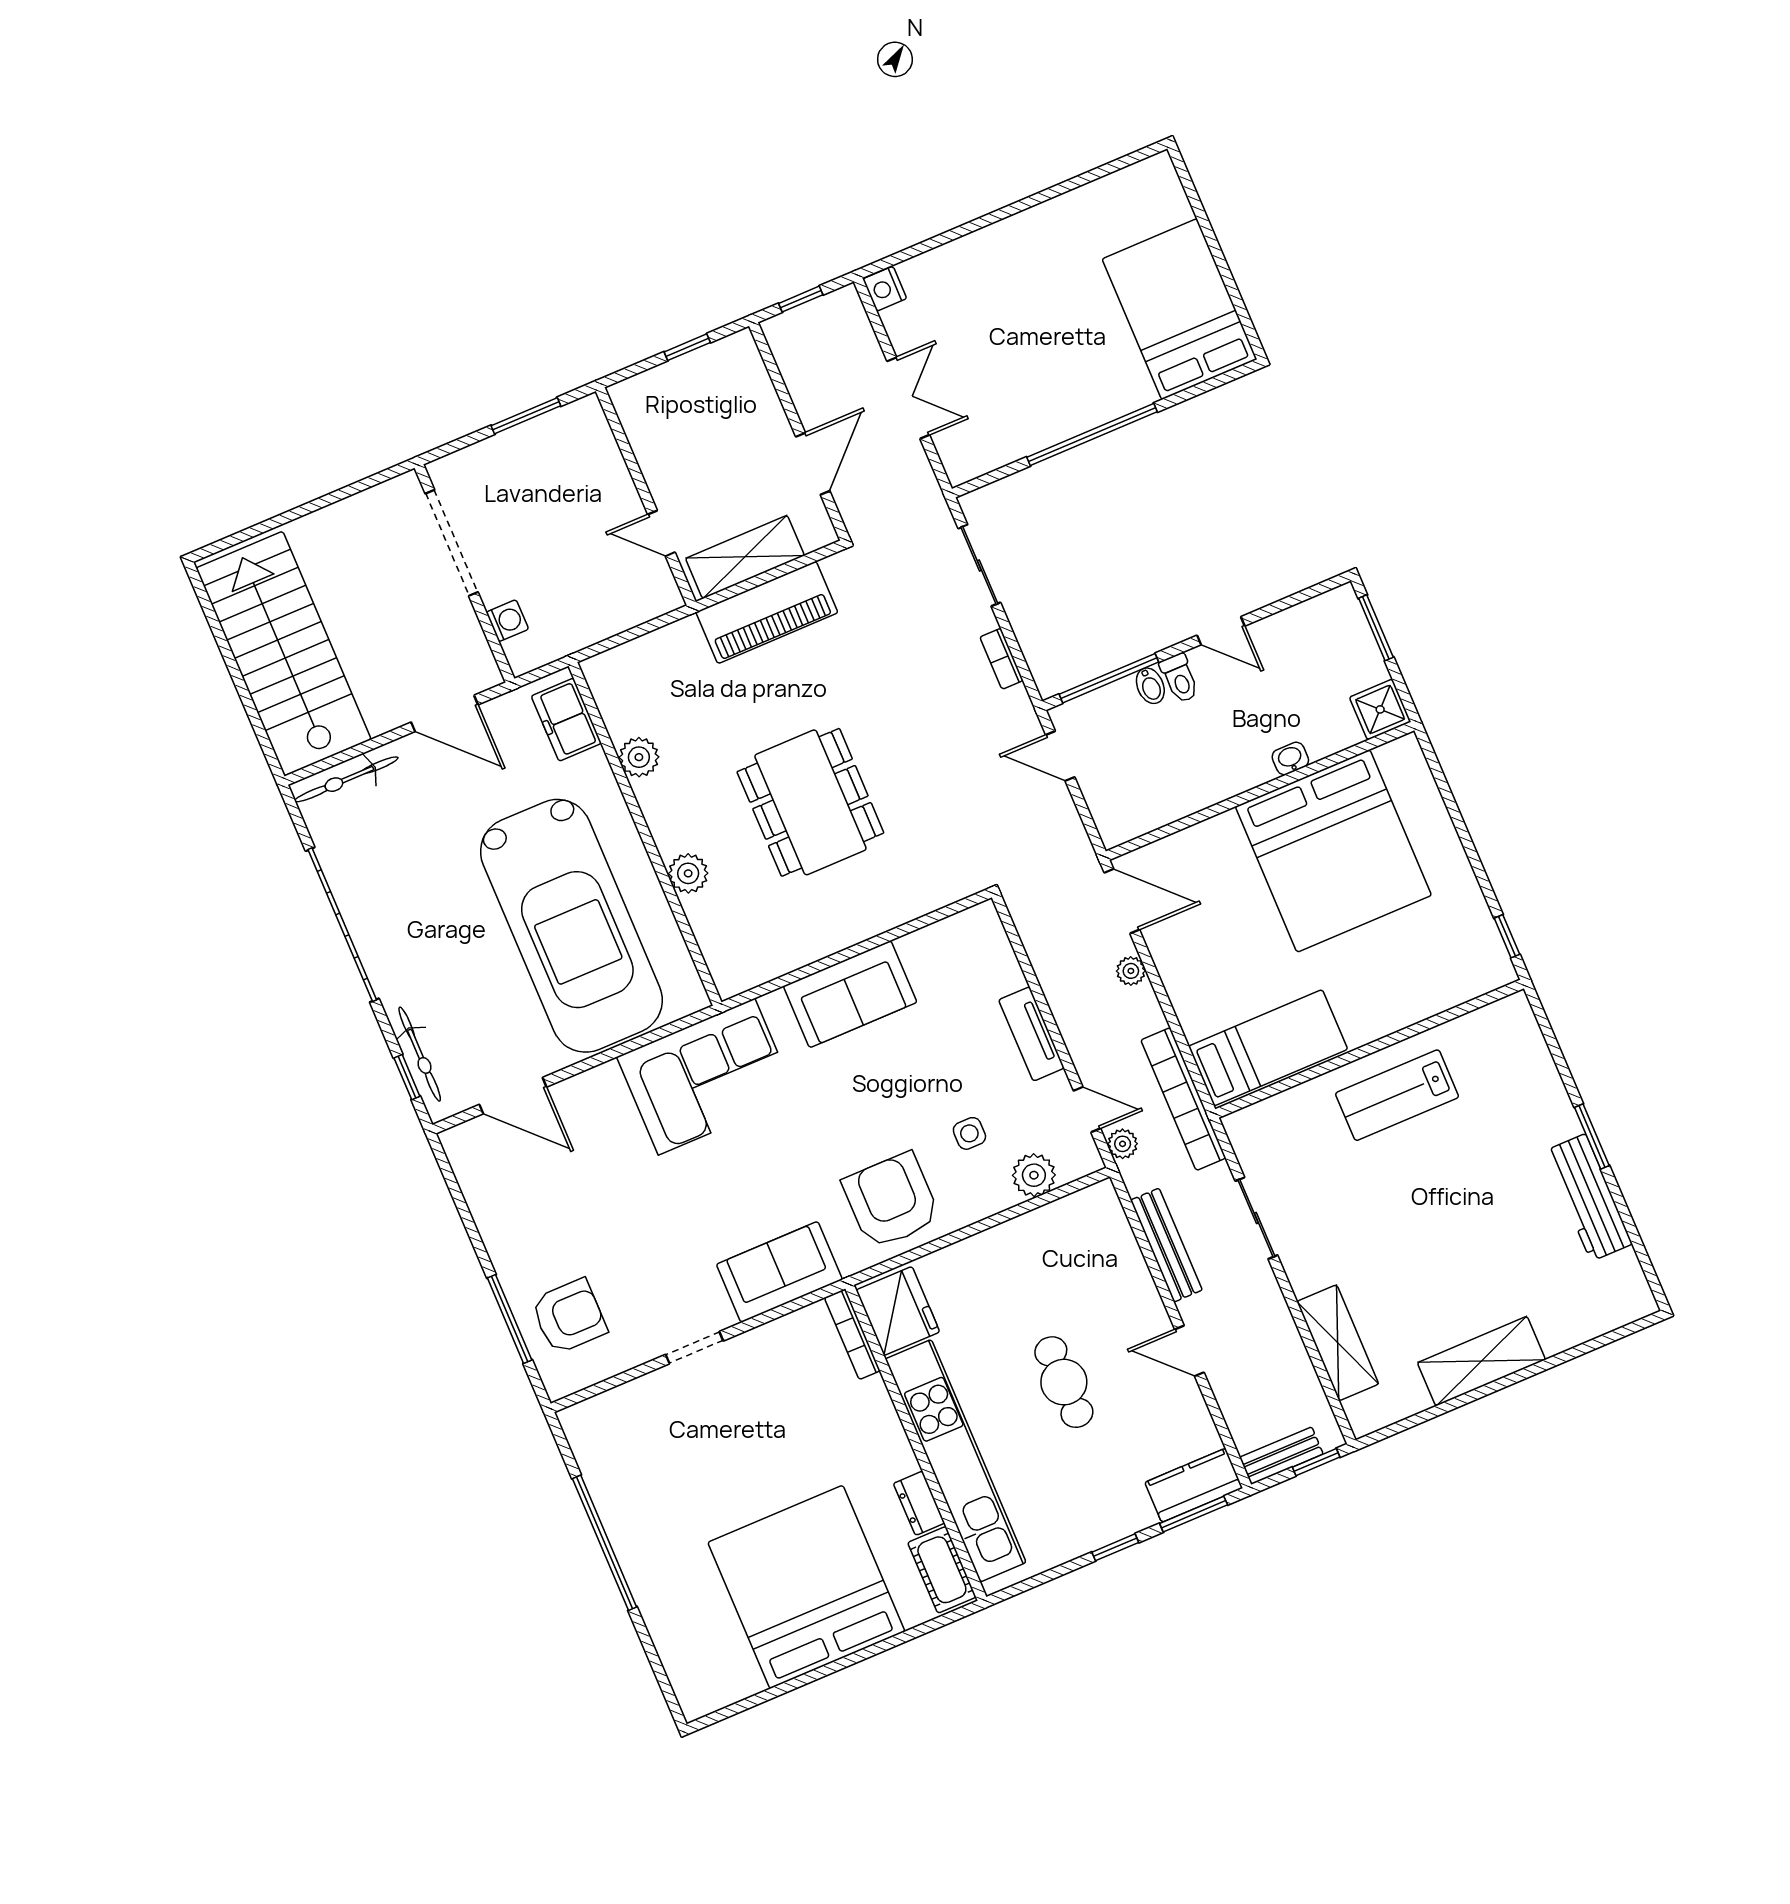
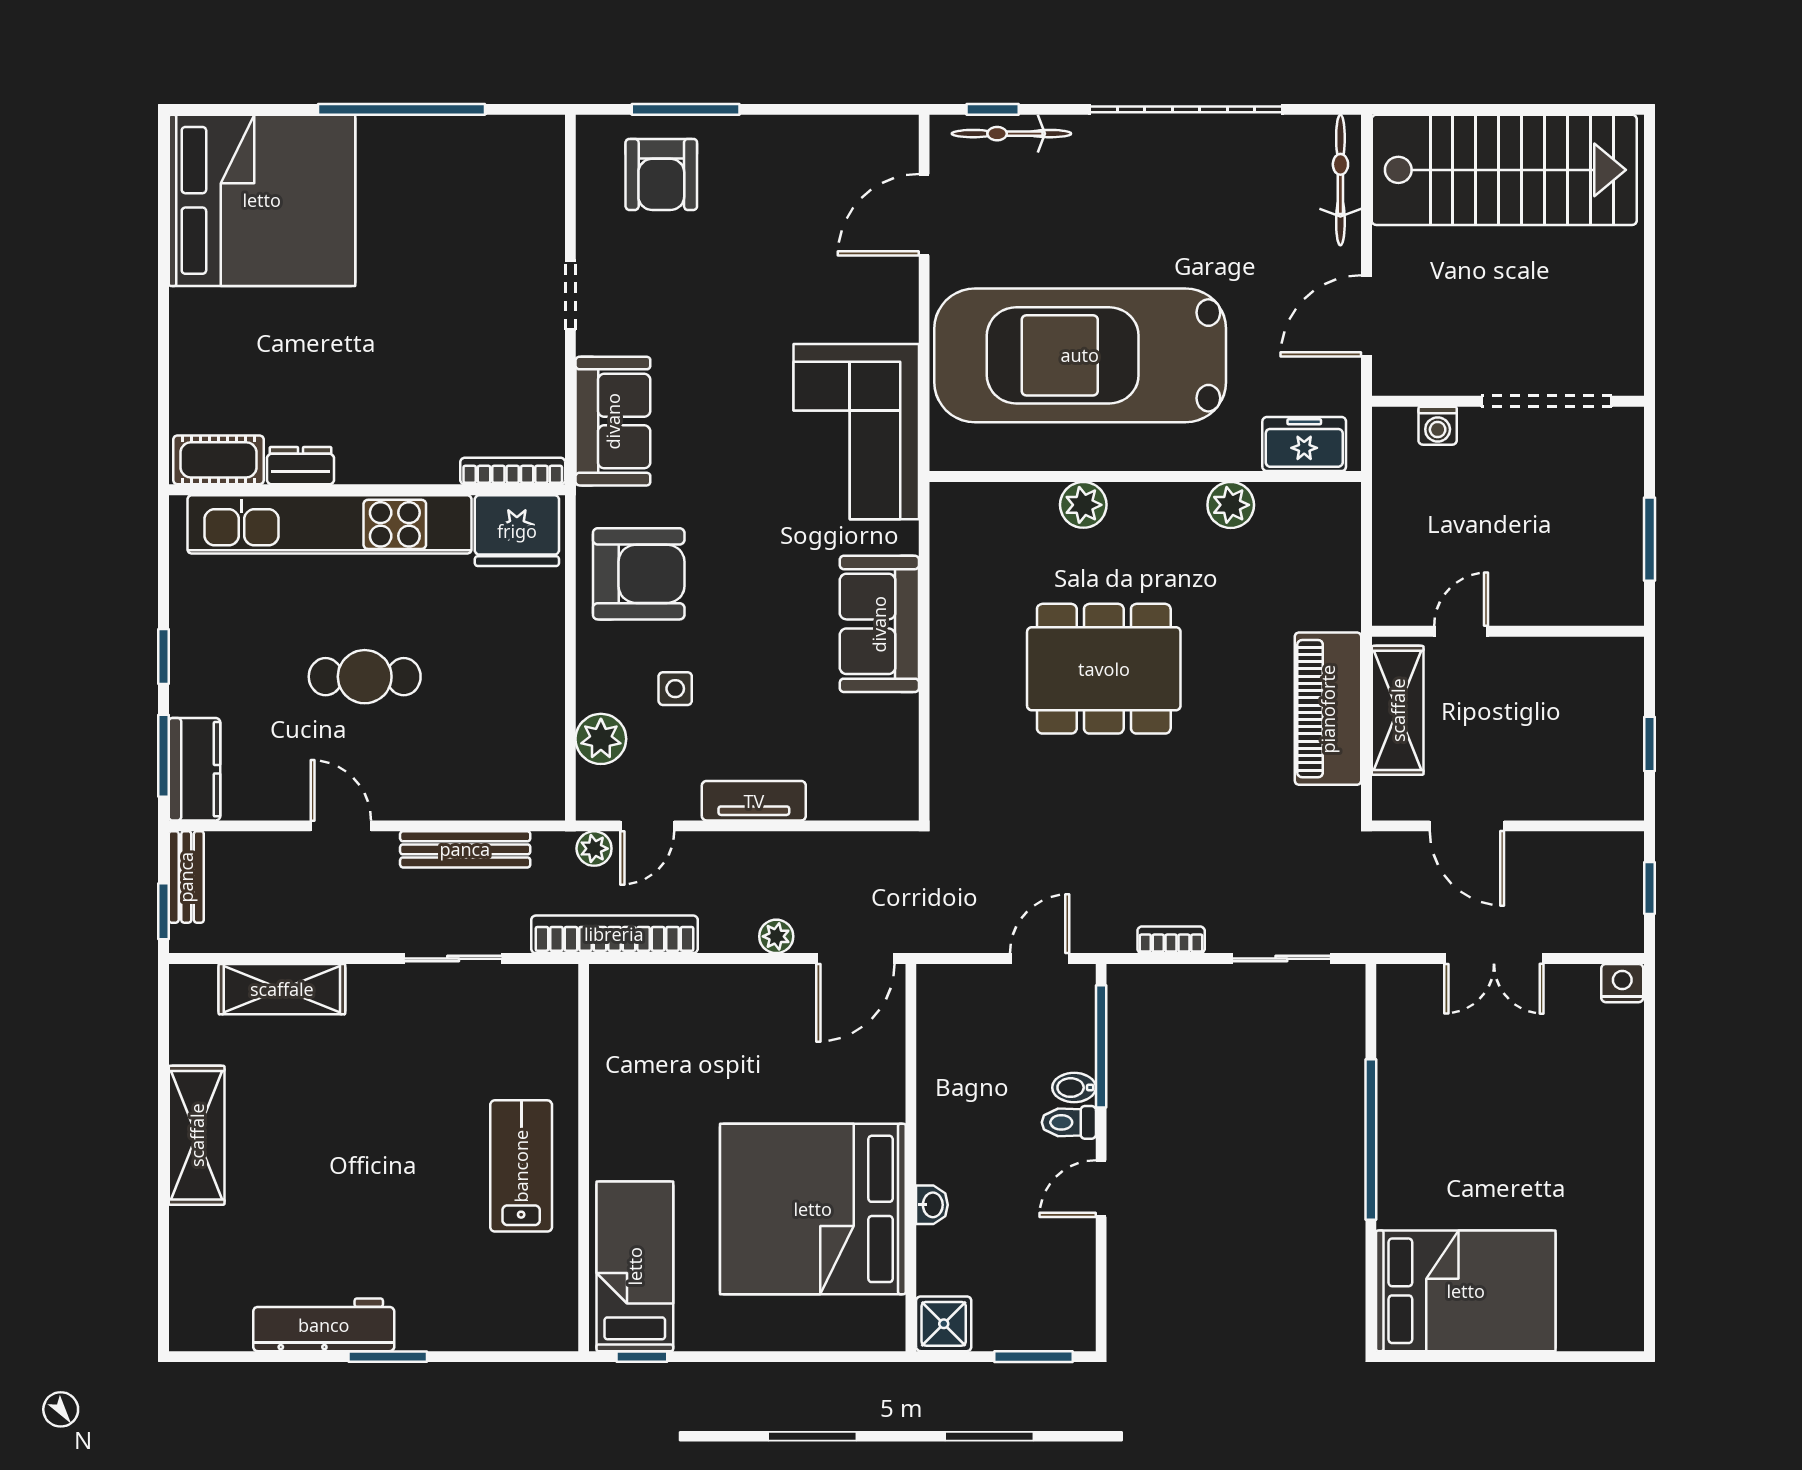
bed: (1268, 1048) -> (635, 1266), moved, turned 180
door: (1189, 1351) -> (341, 826), hinge flipped
bed: (806, 1587) -> (262, 200), moved

